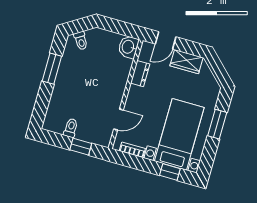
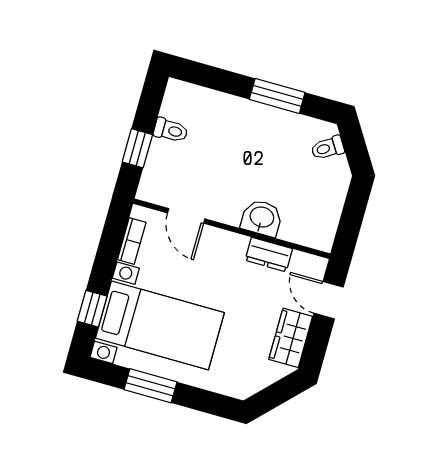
washbasin: (128, 47) -> (262, 218), moved
window: (217, 124) -> (150, 386), moved

